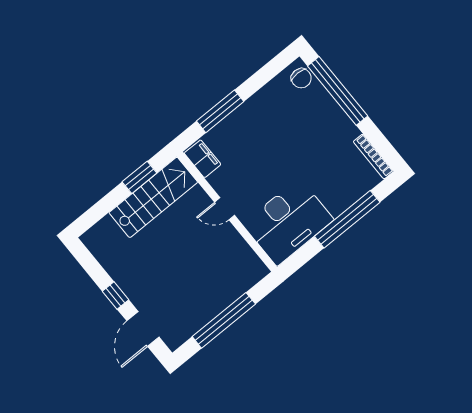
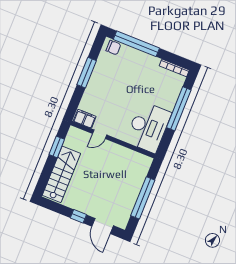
window: (220, 111) -> (87, 73), moved
stairs: (153, 197) -> (61, 174), moved
door: (225, 209) -> (100, 134), moved

